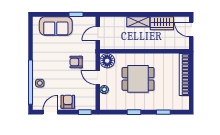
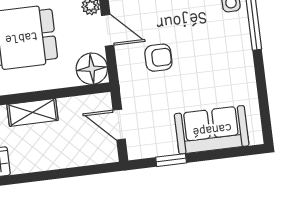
shelving: (138, 22) -> (33, 112), moved
door: (98, 34) -> (119, 125), swing flipped

